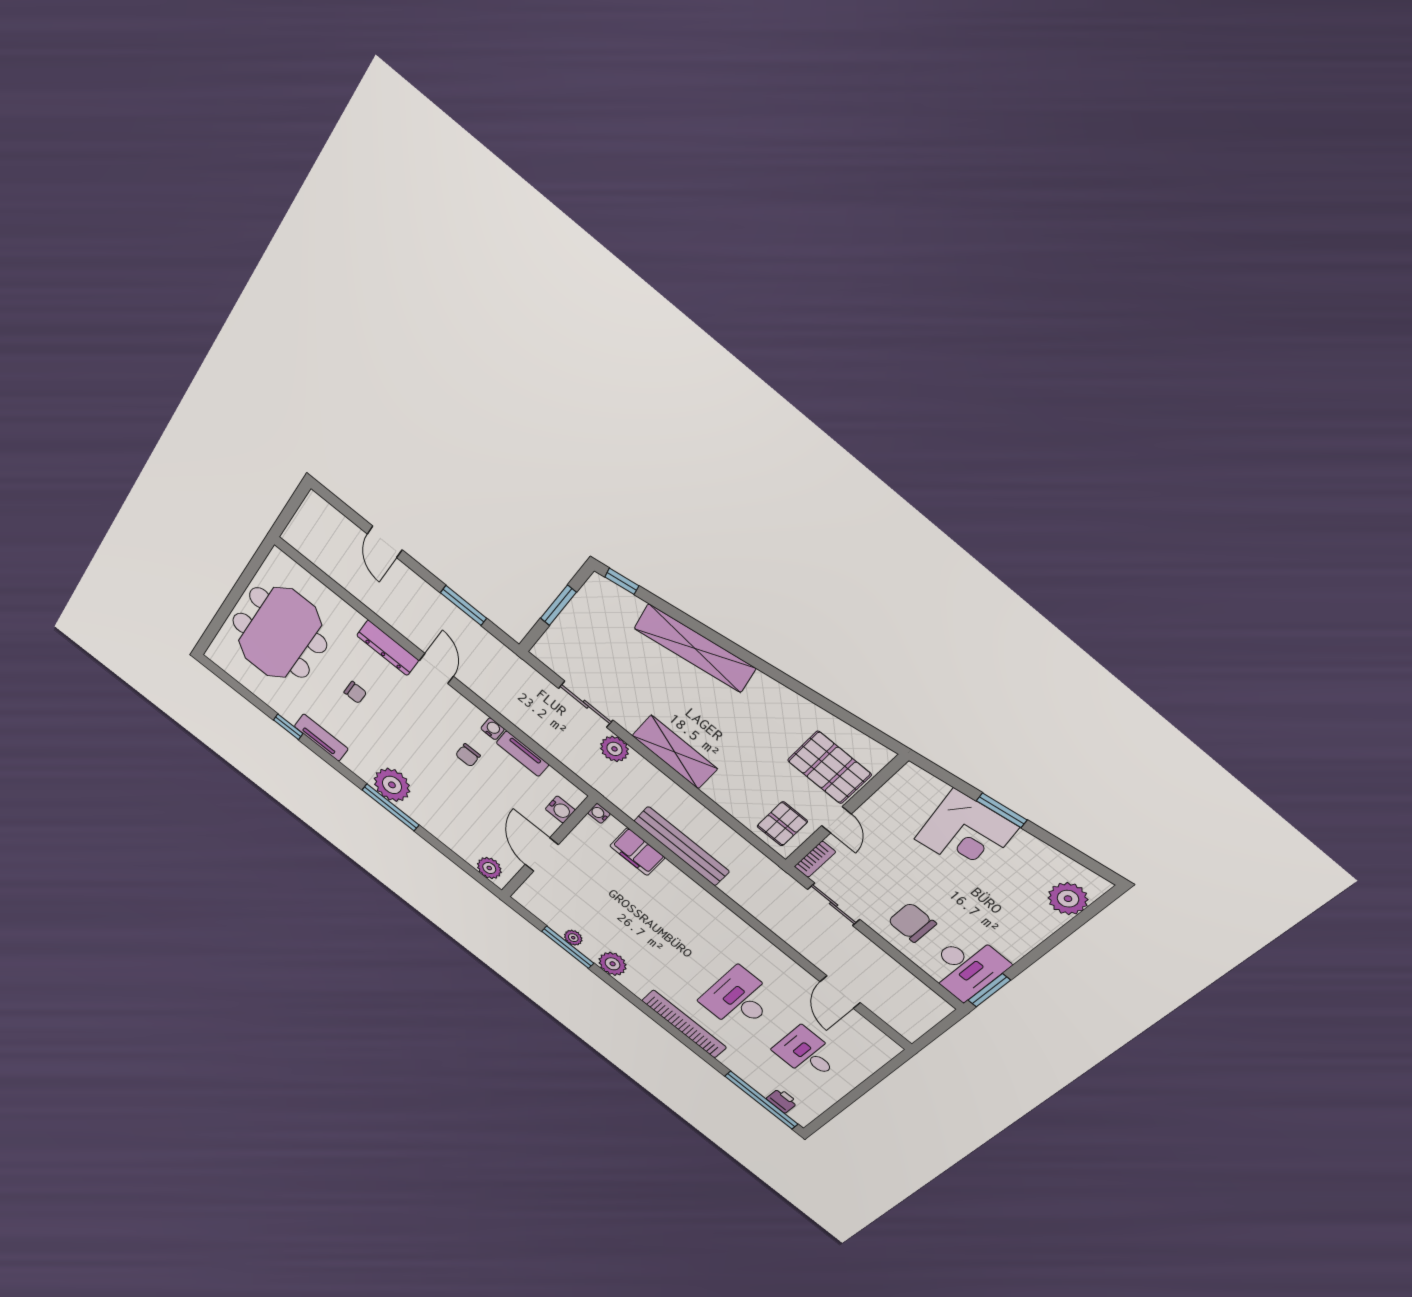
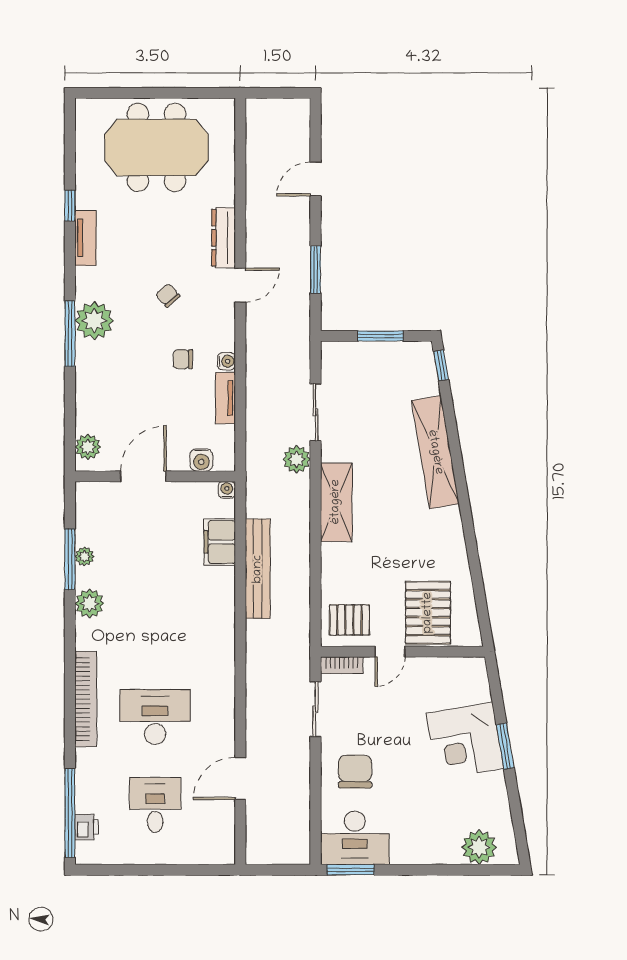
chair: (355, 692) -> (168, 295), moved, turned 139

